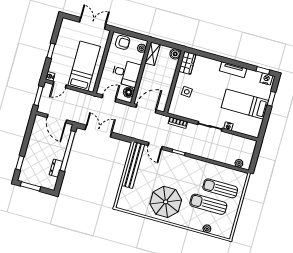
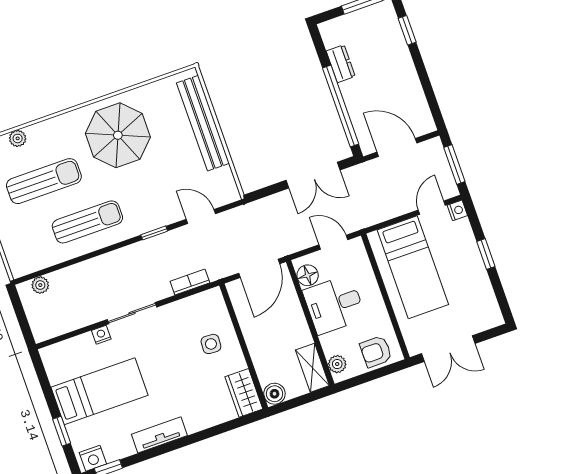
door: (109, 98) -> (333, 242), swing flipped
bench: (133, 165) -> (203, 123), moved
sun lounger: (220, 188) -> (87, 222), moved

